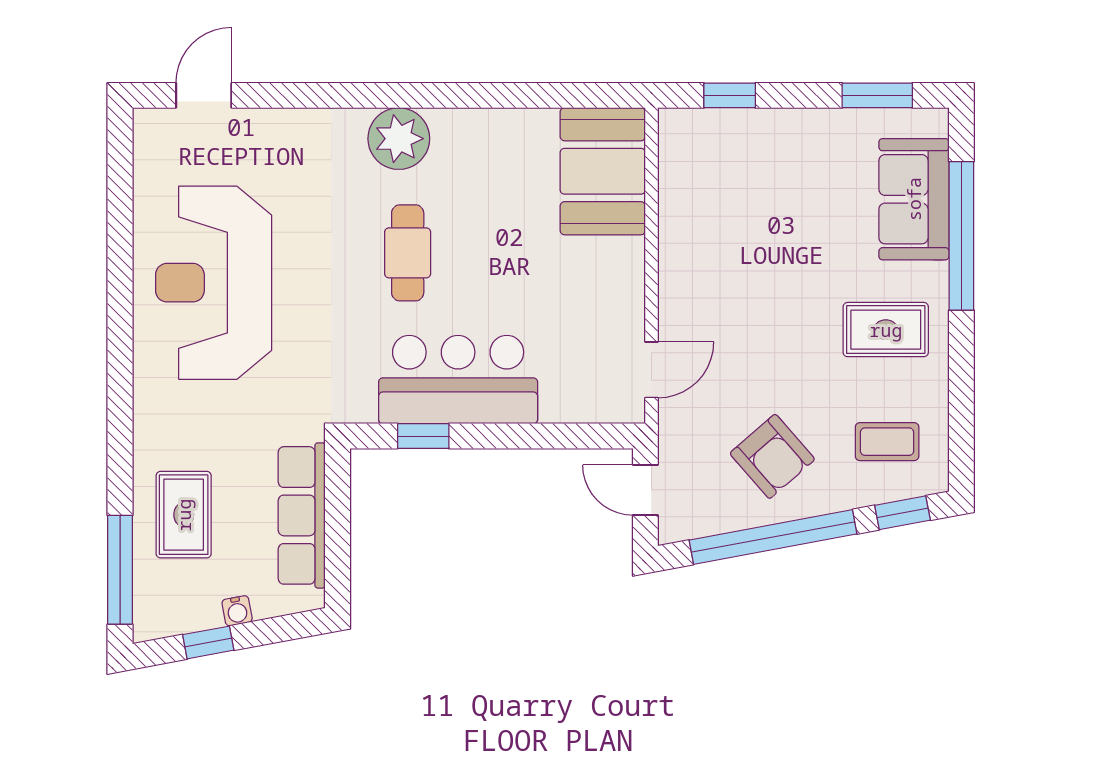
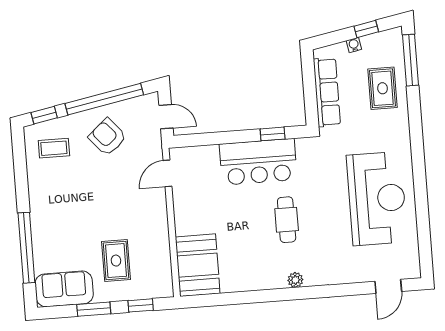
window: (877, 95) -> (94, 309), moved
plant: (399, 139) -> (295, 280), width x0.53, depth x0.53
sofa: (914, 199) -> (64, 289), moved, turned -90
rug: (886, 330) -> (116, 261), moved, turned 90

